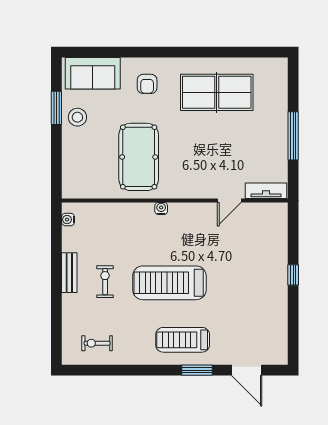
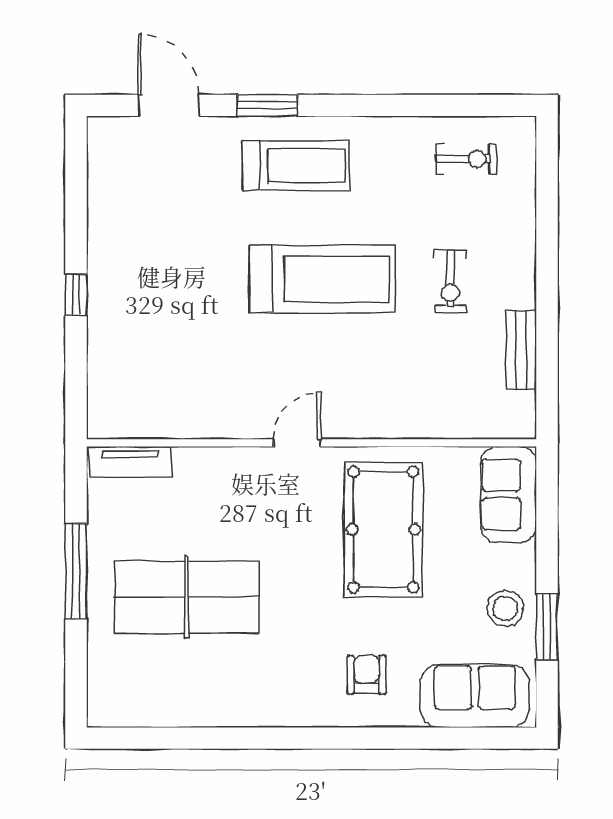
table tennis table: (217, 92) -> (187, 597), moved
sofa: (76, 174) -> (509, 495), added
door: (229, 200) -> (297, 443), moved
water cooler: (161, 208) -> (339, 427), removed
water cooler: (68, 220) -> (524, 405), removed
bench: (69, 273) -> (521, 350), moved

